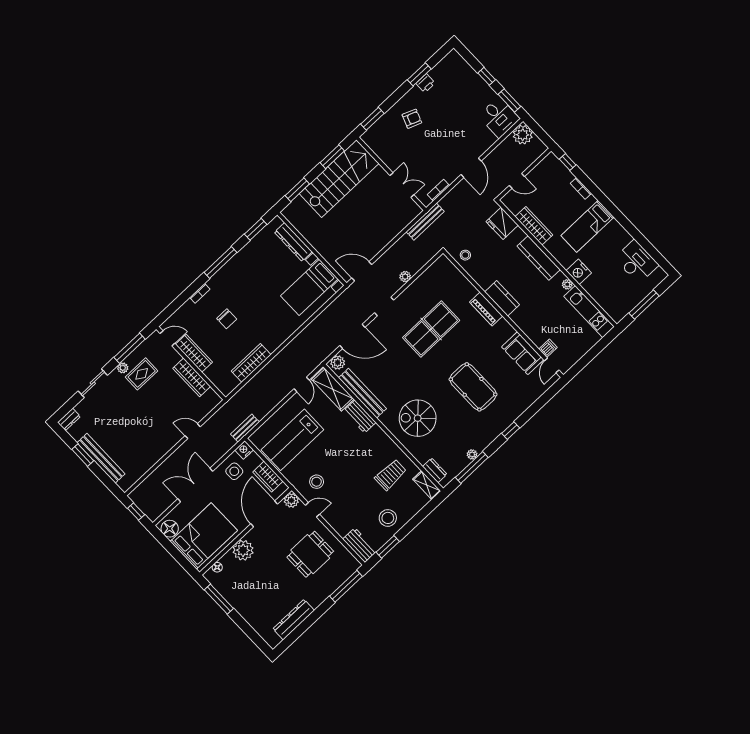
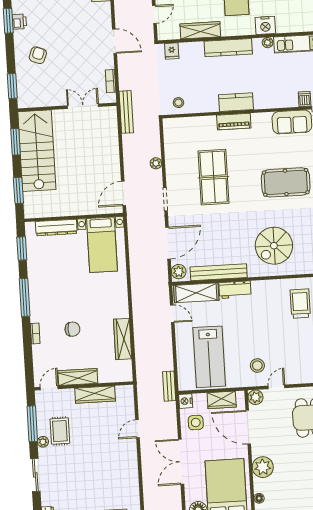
fridge: (502, 223) -> (172, 51), width x0.53, depth x0.75

